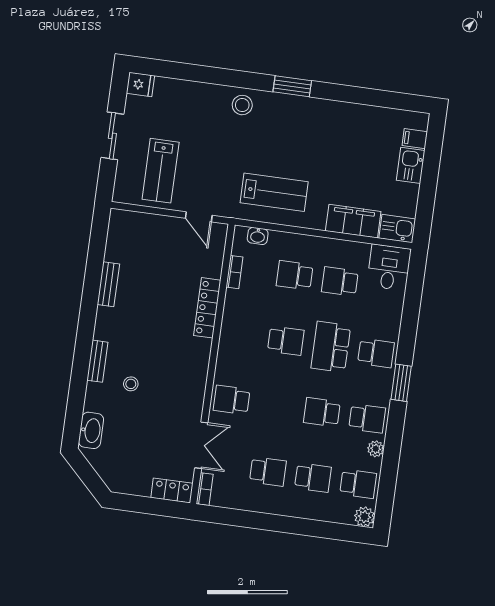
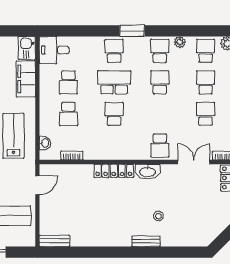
bench: (108, 284) -> (54, 241), moved
locker: (207, 308) -> (114, 171), moved
school desk: (331, 347) -> (114, 82), turned 180
school desk: (322, 412) -> (160, 82), turned 180
washbasin: (91, 430) -> (147, 172), moved, turned 180

